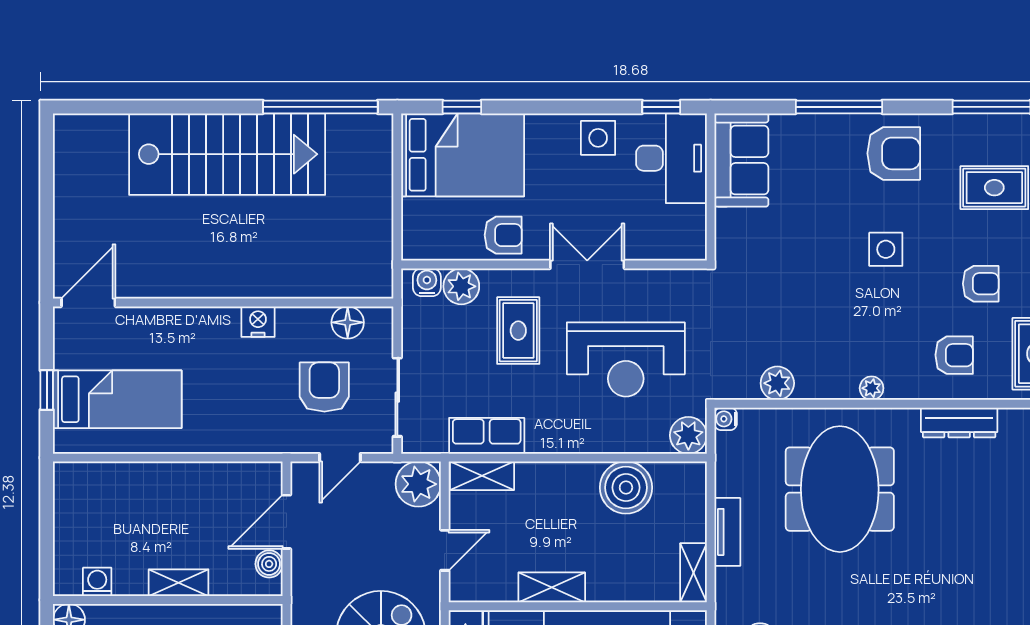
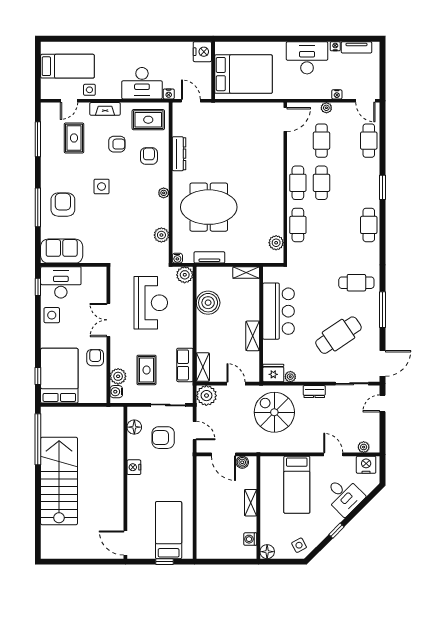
armchair: (894, 153) -> (63, 205), moved
armchair: (981, 284) -> (117, 144), turned 90
rug: (518, 331) -> (147, 370), moved, turned 90
tv unit: (727, 532) -> (209, 257), moved

